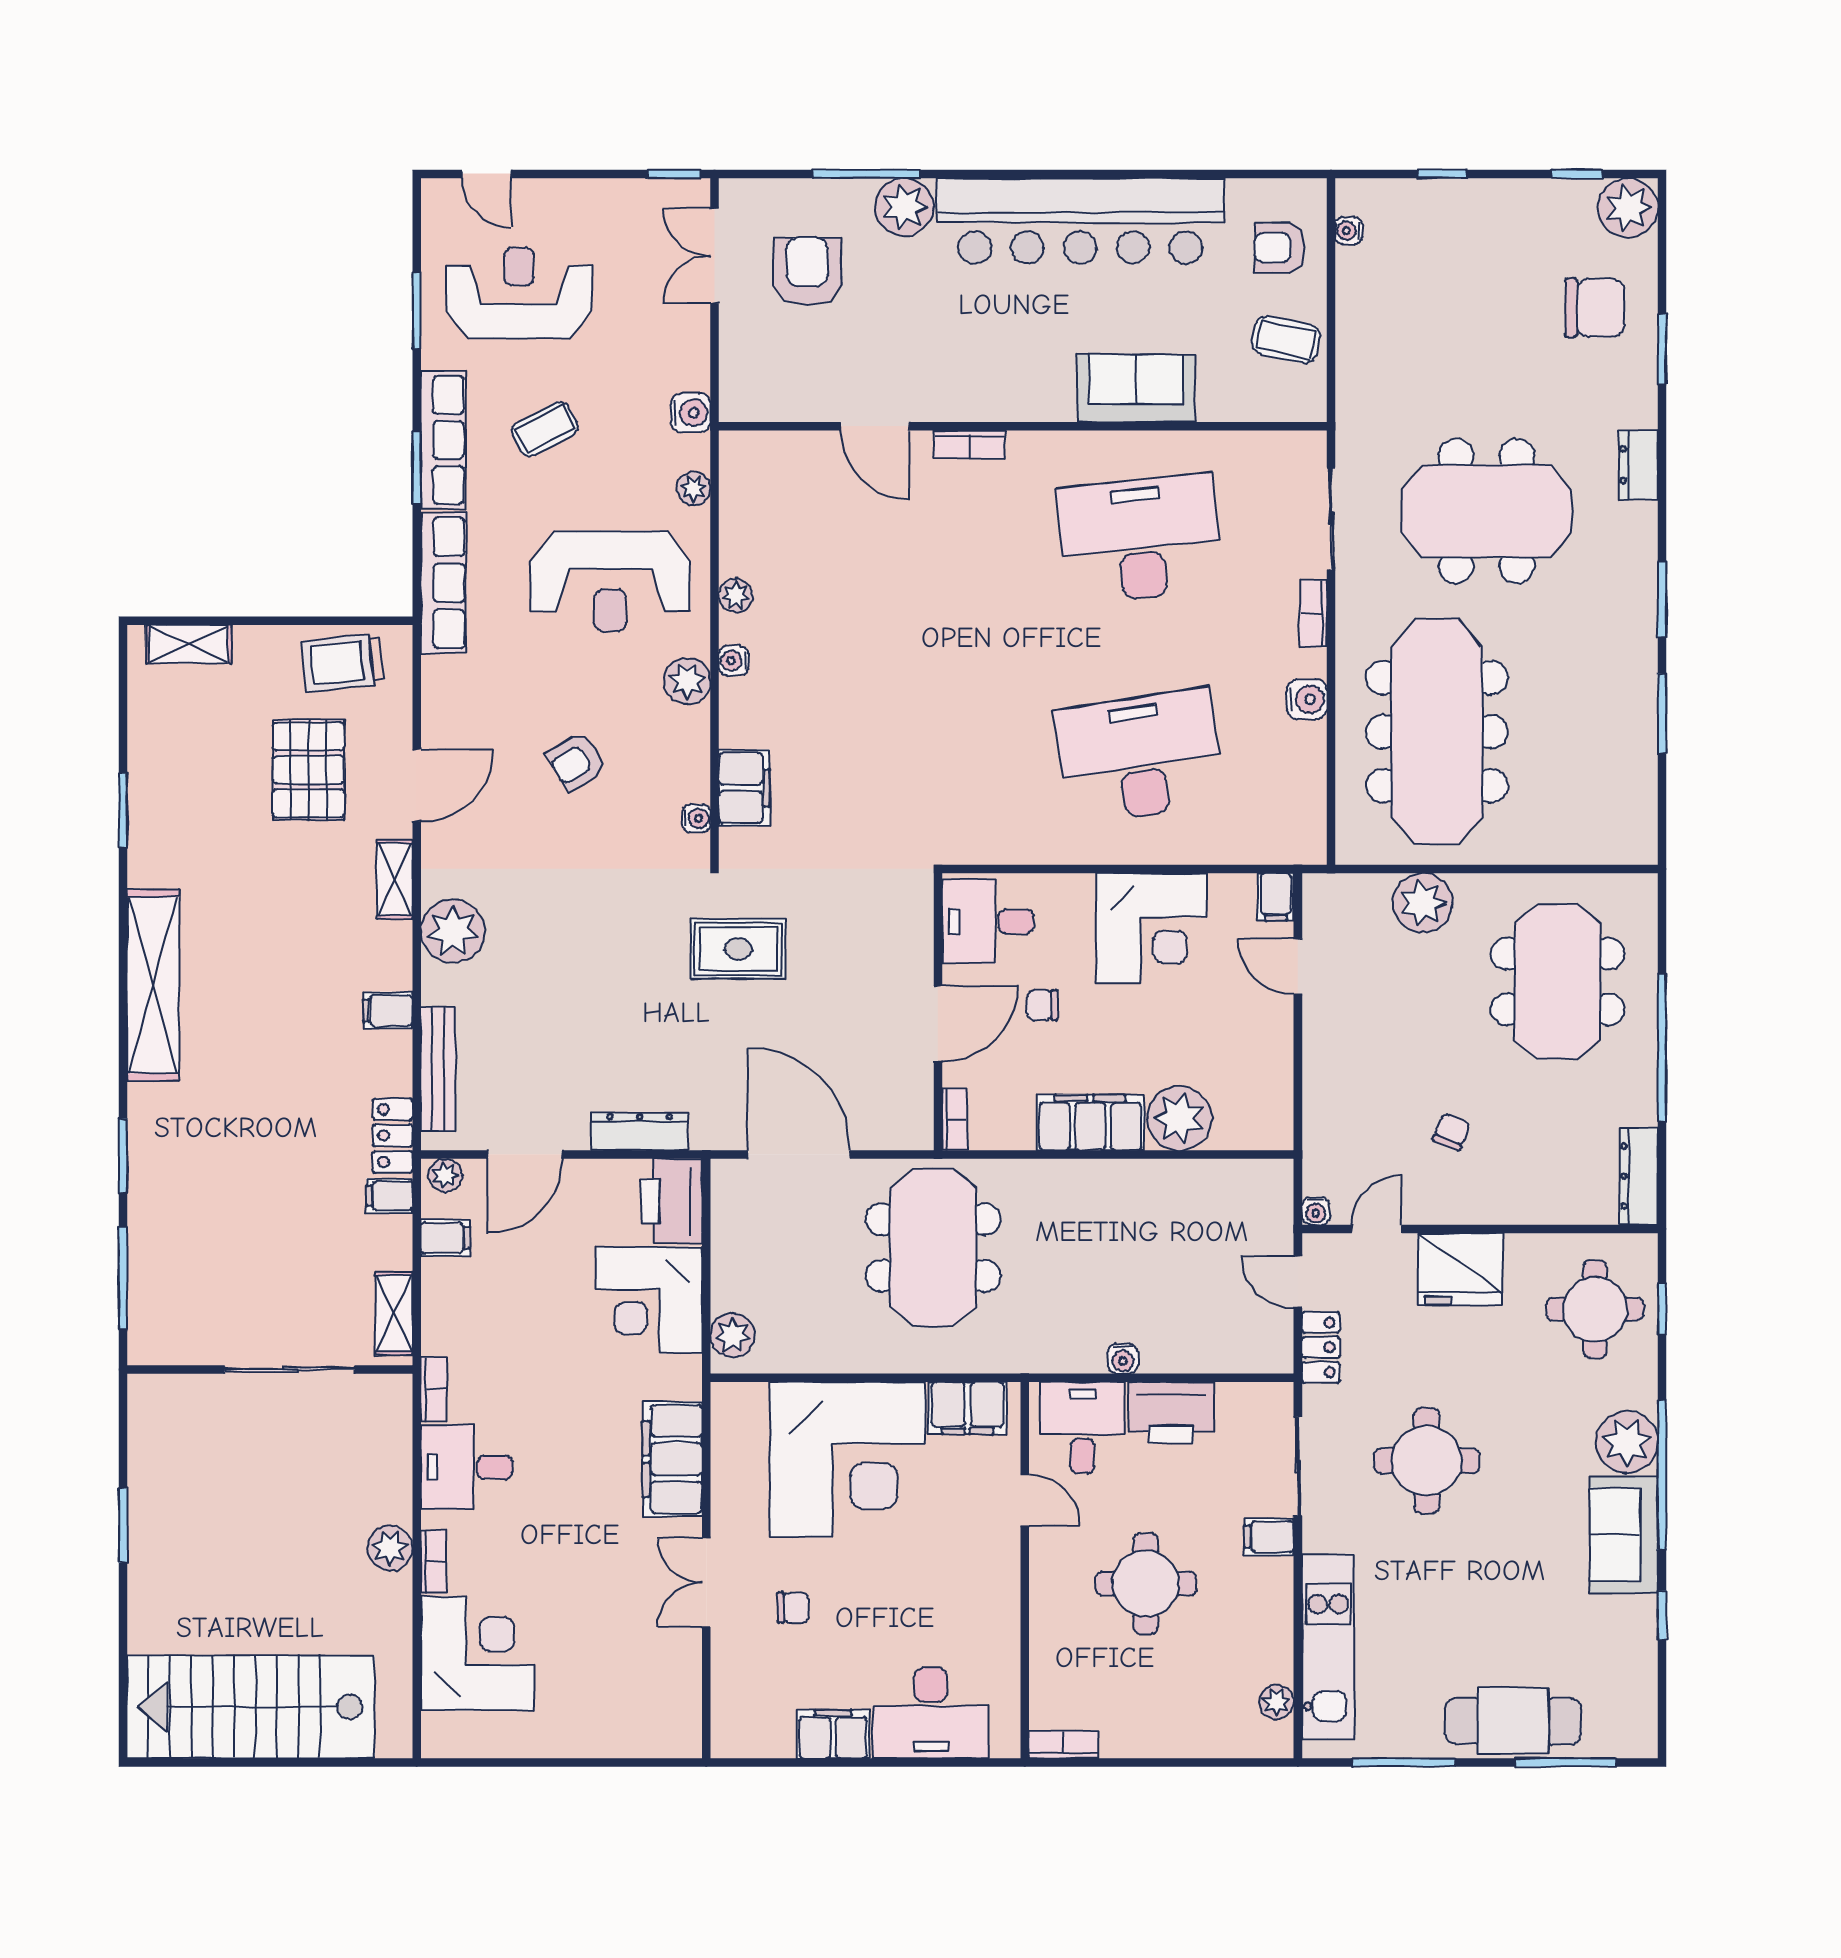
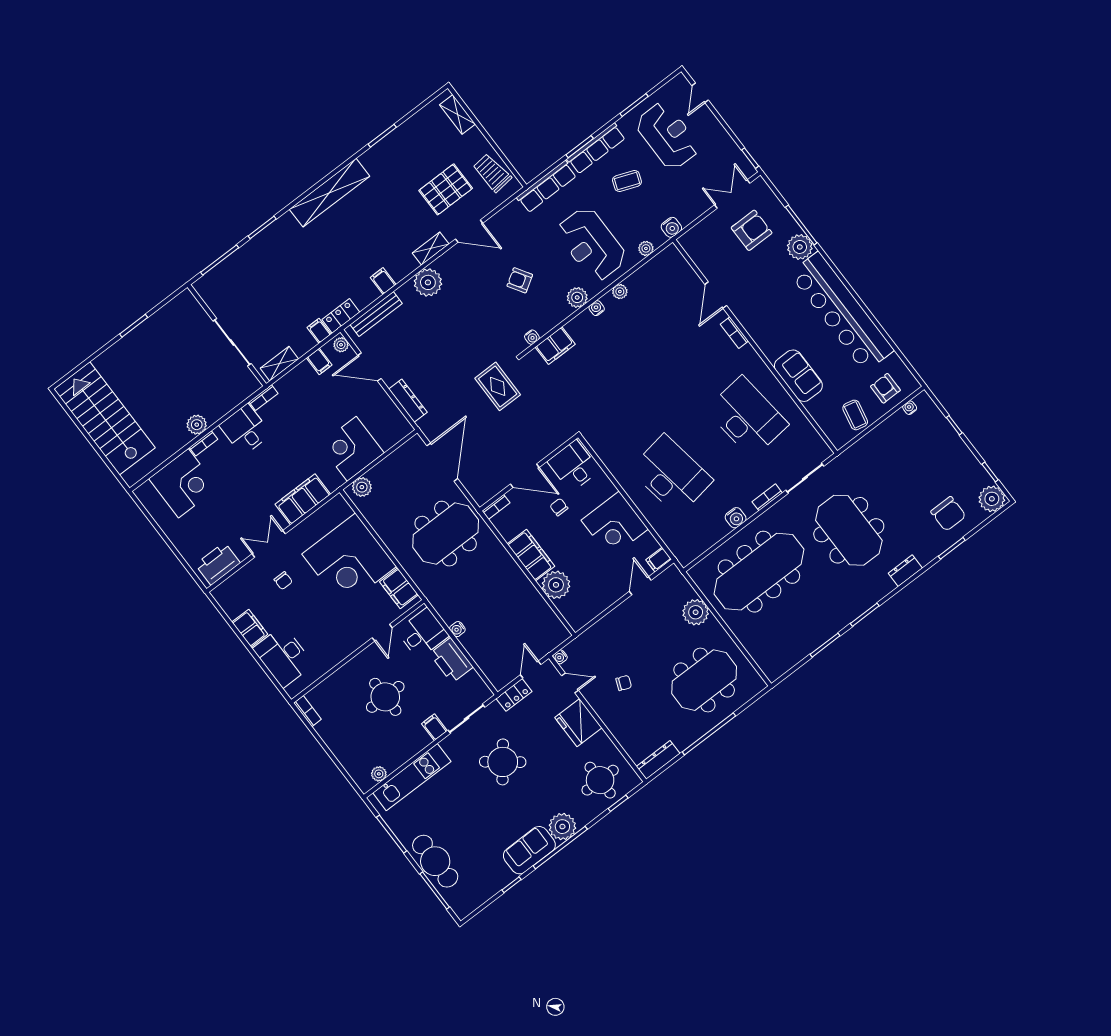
coffee table: (545, 429) -> (627, 181), turned -41
printer: (672, 1201) -> (218, 564), moved
round table: (1427, 1461) -> (503, 762), turned 38

